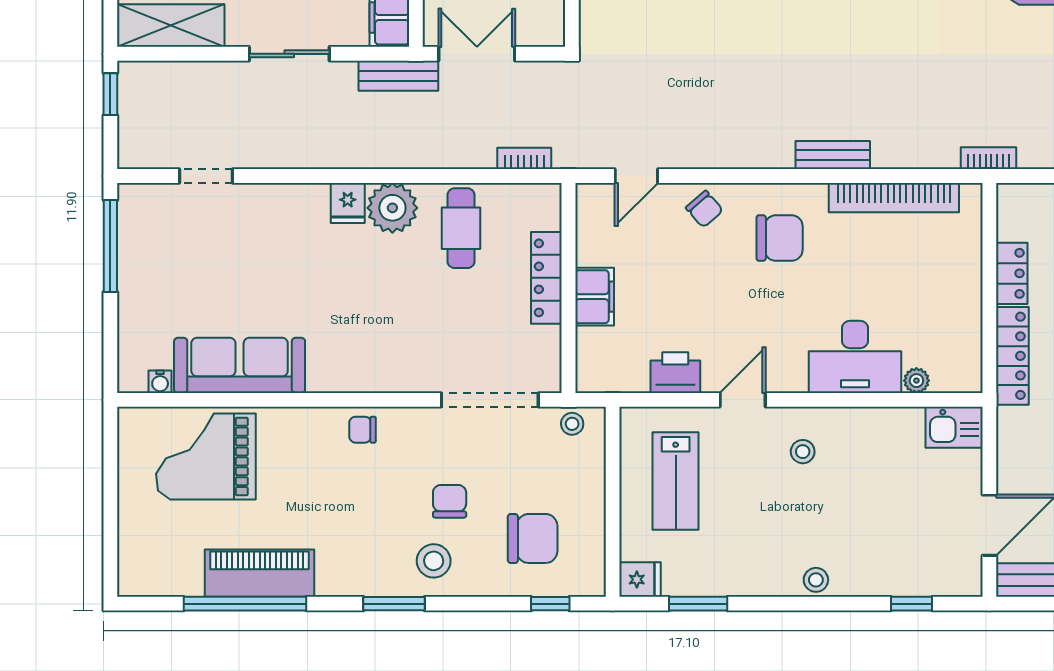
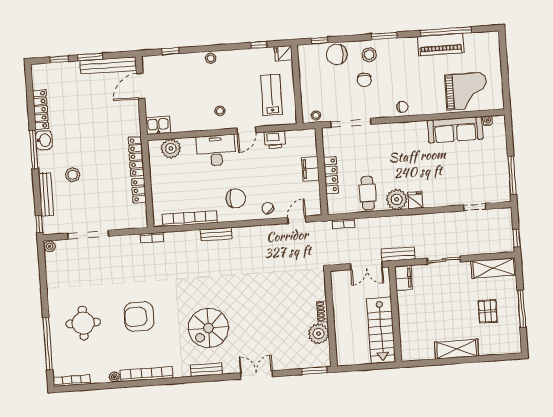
chair: (780, 238) -> (236, 198), turned 180
desk: (855, 357) -> (216, 150), moved
plant: (916, 381) -> (171, 148), width x1.87, depth x1.87
chair: (533, 538) -> (337, 55), moved
window: (698, 604) -> (259, 45), width x0.67

